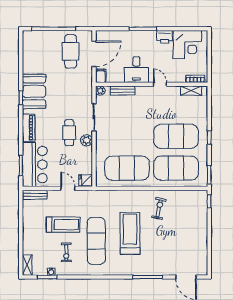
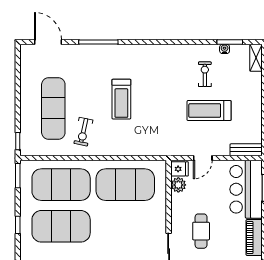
plant: (86, 140) -> (178, 185), moved
door: (68, 188) -> (203, 158), hinge flipped
treadmill: (130, 233) -> (121, 99), width x0.73, depth x0.73
exercise mat: (96, 241) -> (53, 108), moved

